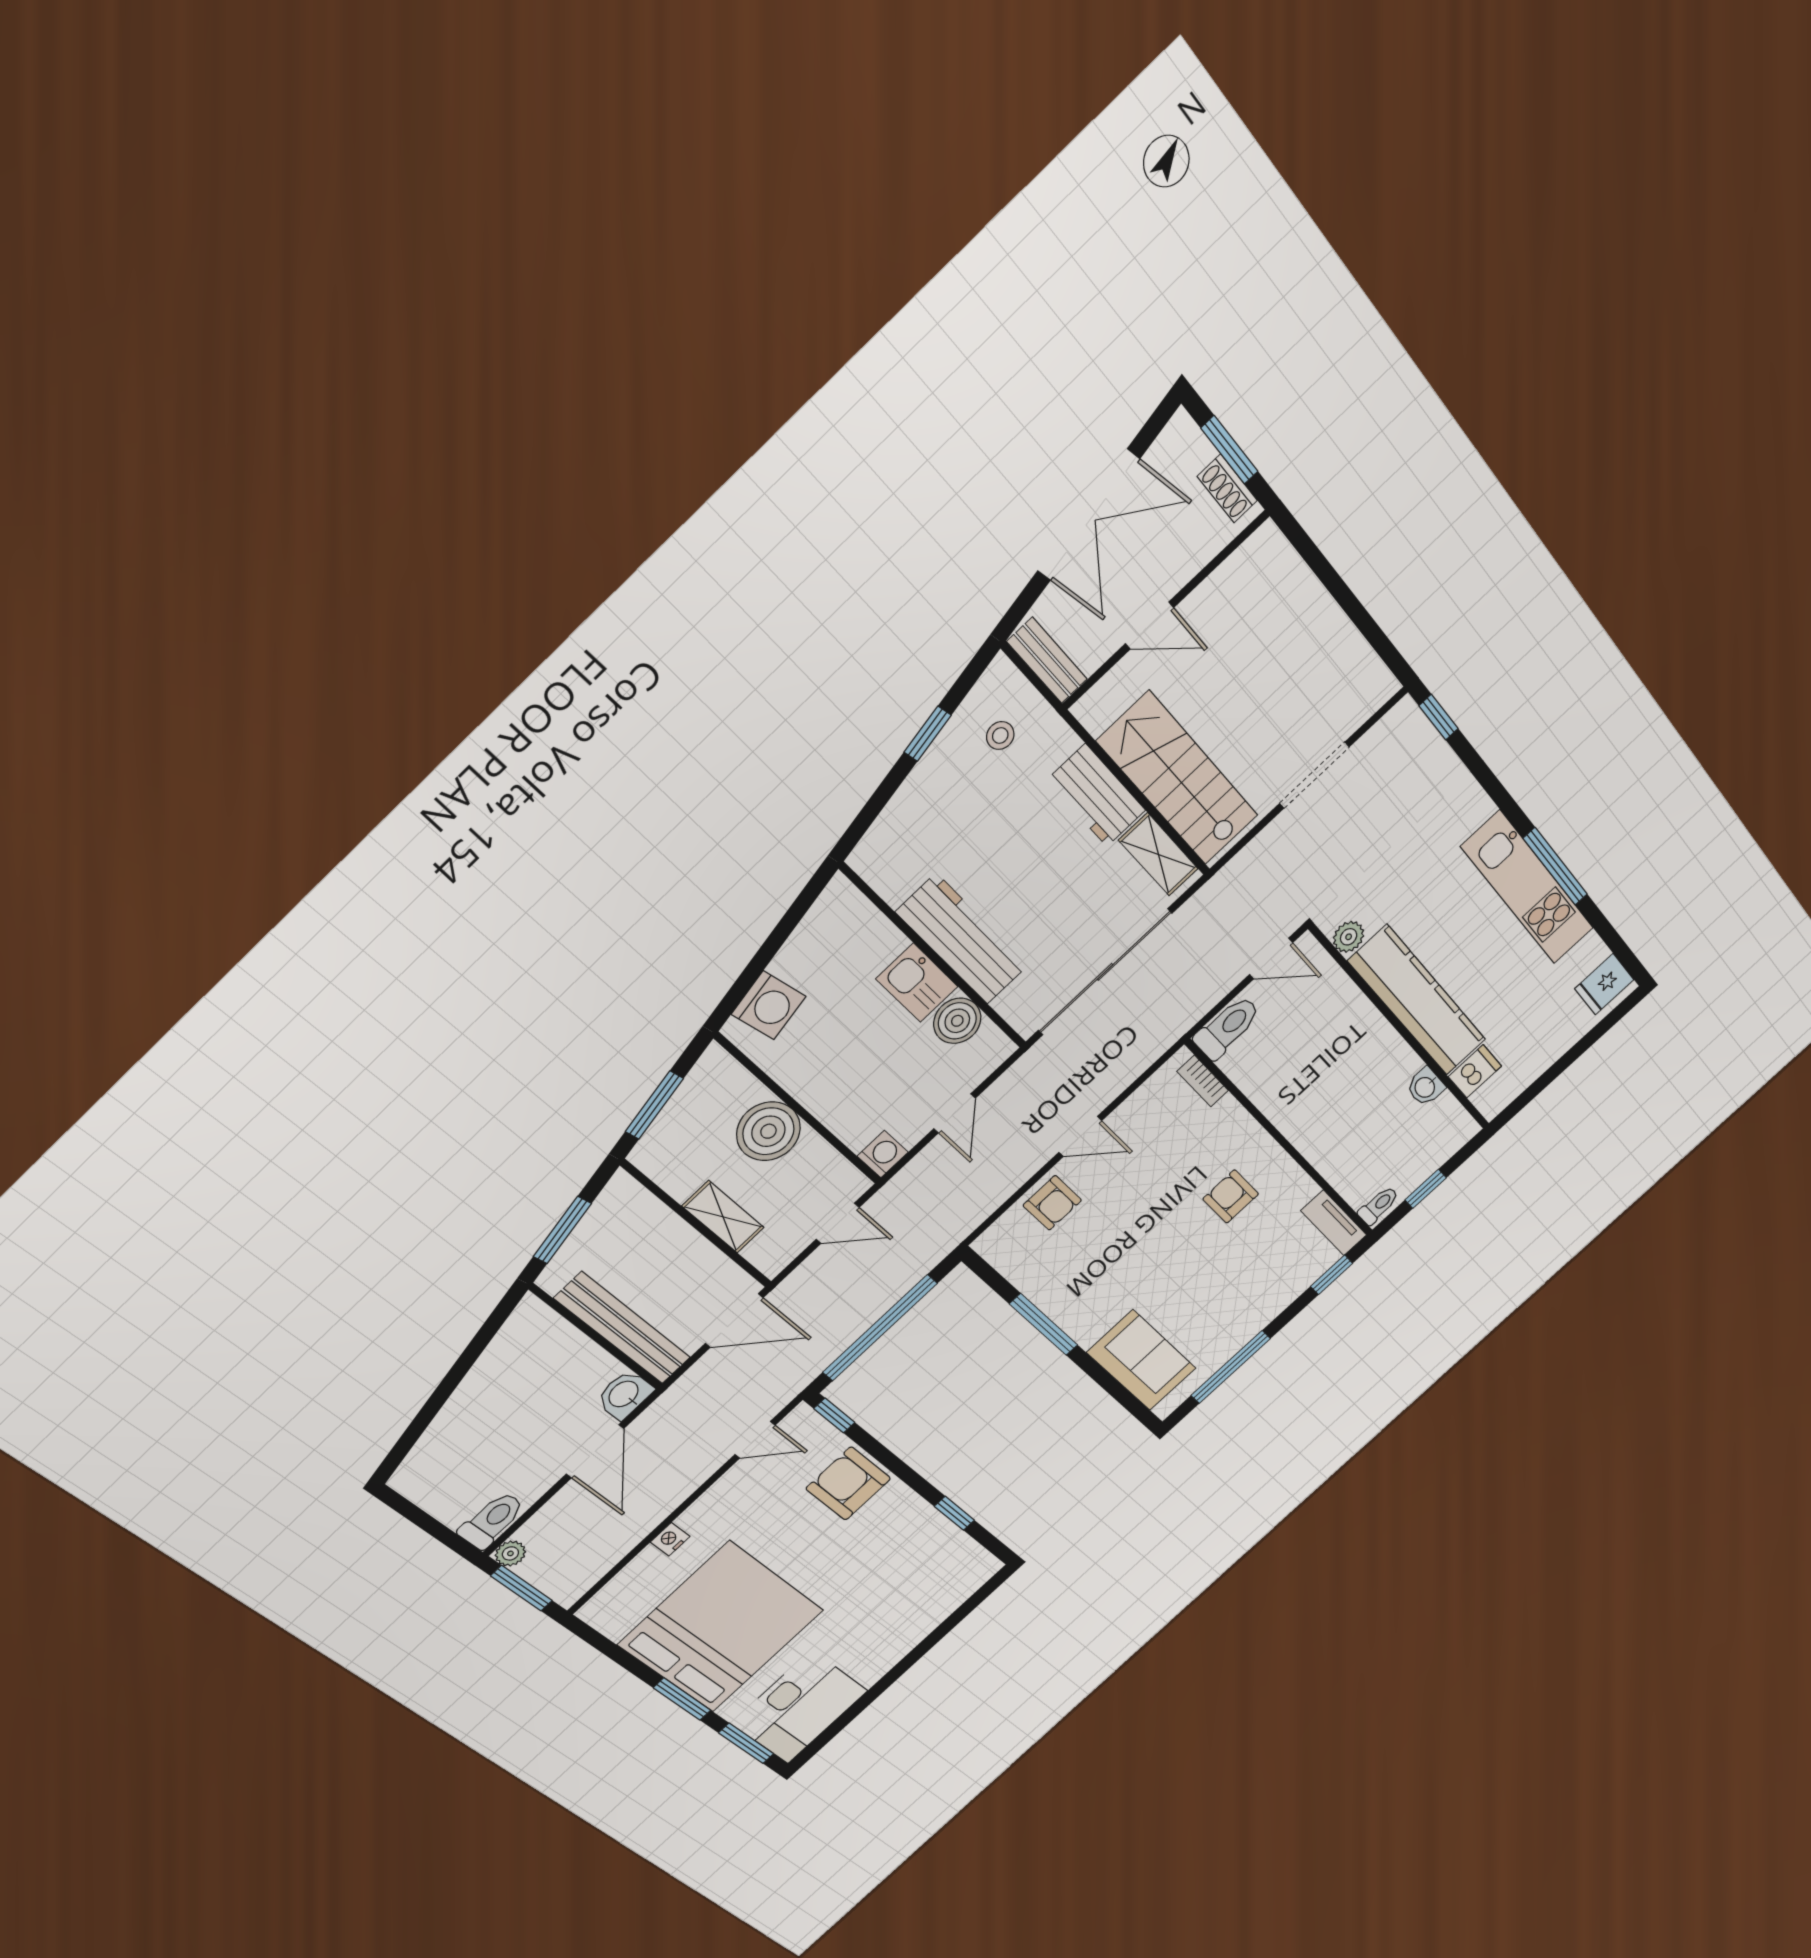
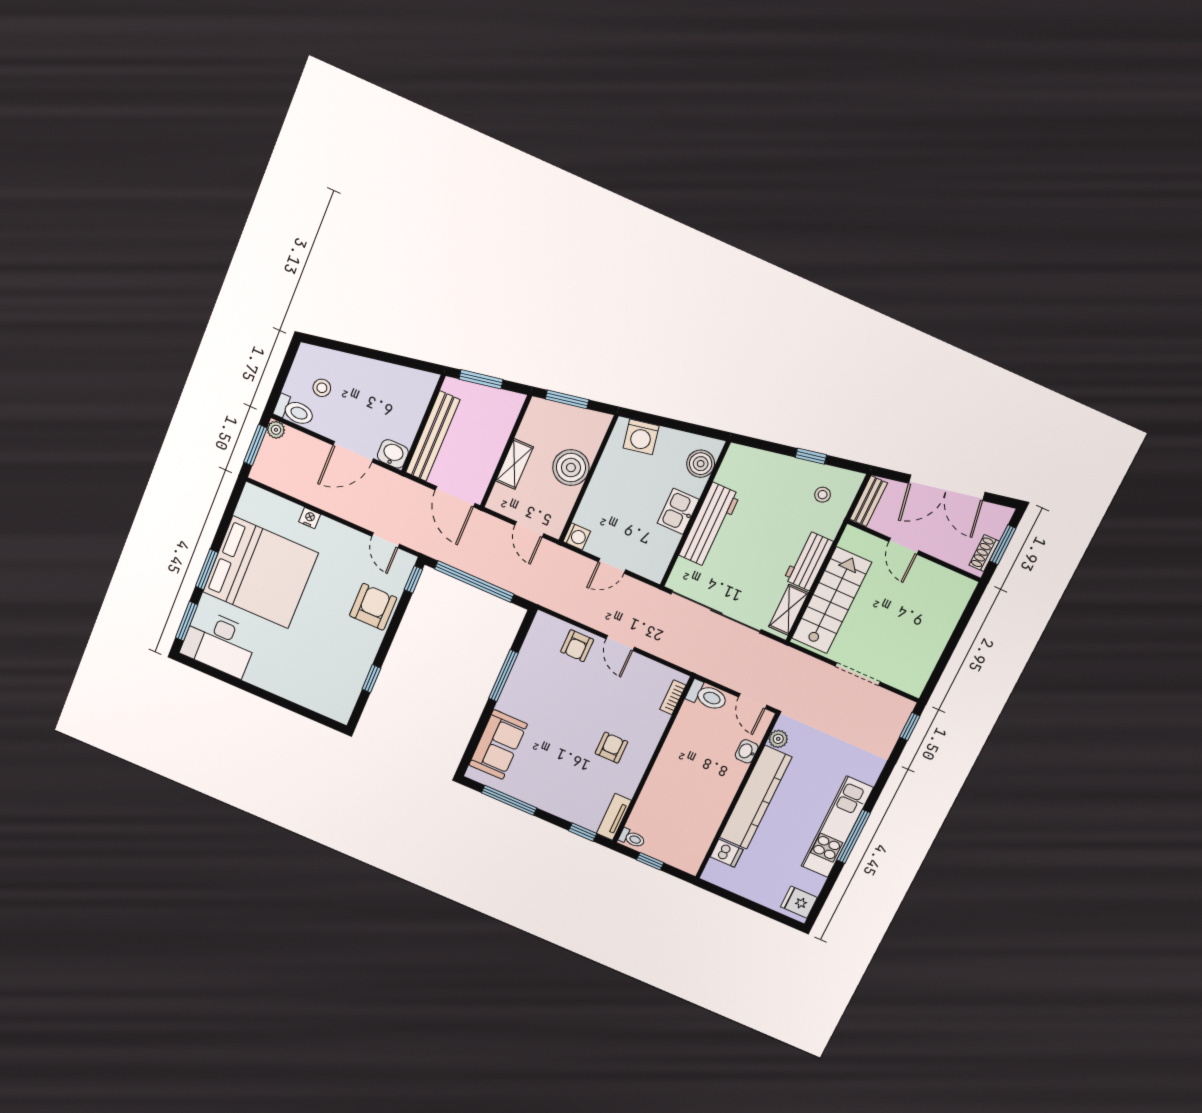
boiler: (957, 1021) -> (701, 464), moved
washbasin: (1425, 1087) -> (747, 751), moved
stool: (472, 1471) -> (322, 388), added

